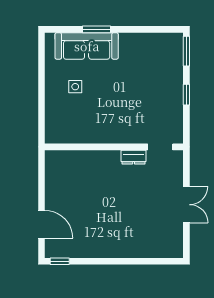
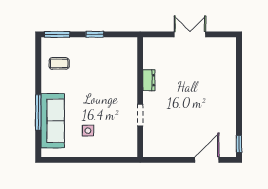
window: (96, 29) -> (38, 112), width x1.44
coffee table: (153, 53) -> (59, 63), added
doorway: (160, 147) -> (140, 115), moved

